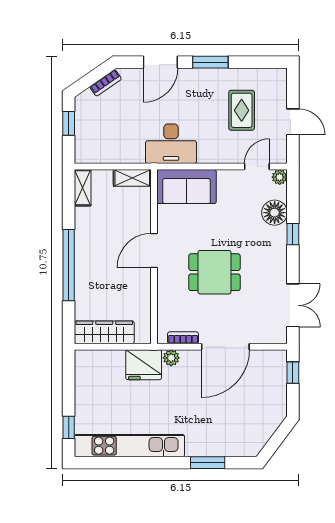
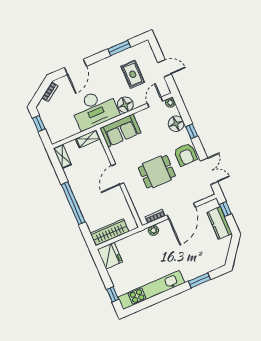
window: (210, 62) -> (119, 48), moved
desk: (171, 144) -> (95, 109), width x1.36, depth x1.30
floor lamp: (211, 151) -> (125, 105), added
armchair: (269, 265) -> (185, 155), added
fridge: (144, 365) -> (110, 256), moved, turned -90
kitchen counter: (275, 390) -> (219, 223), added

